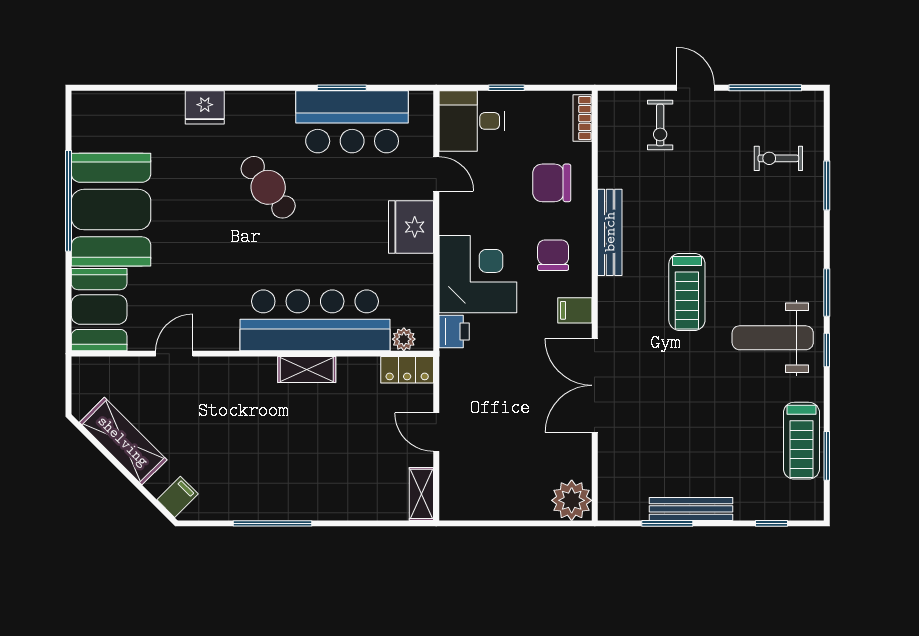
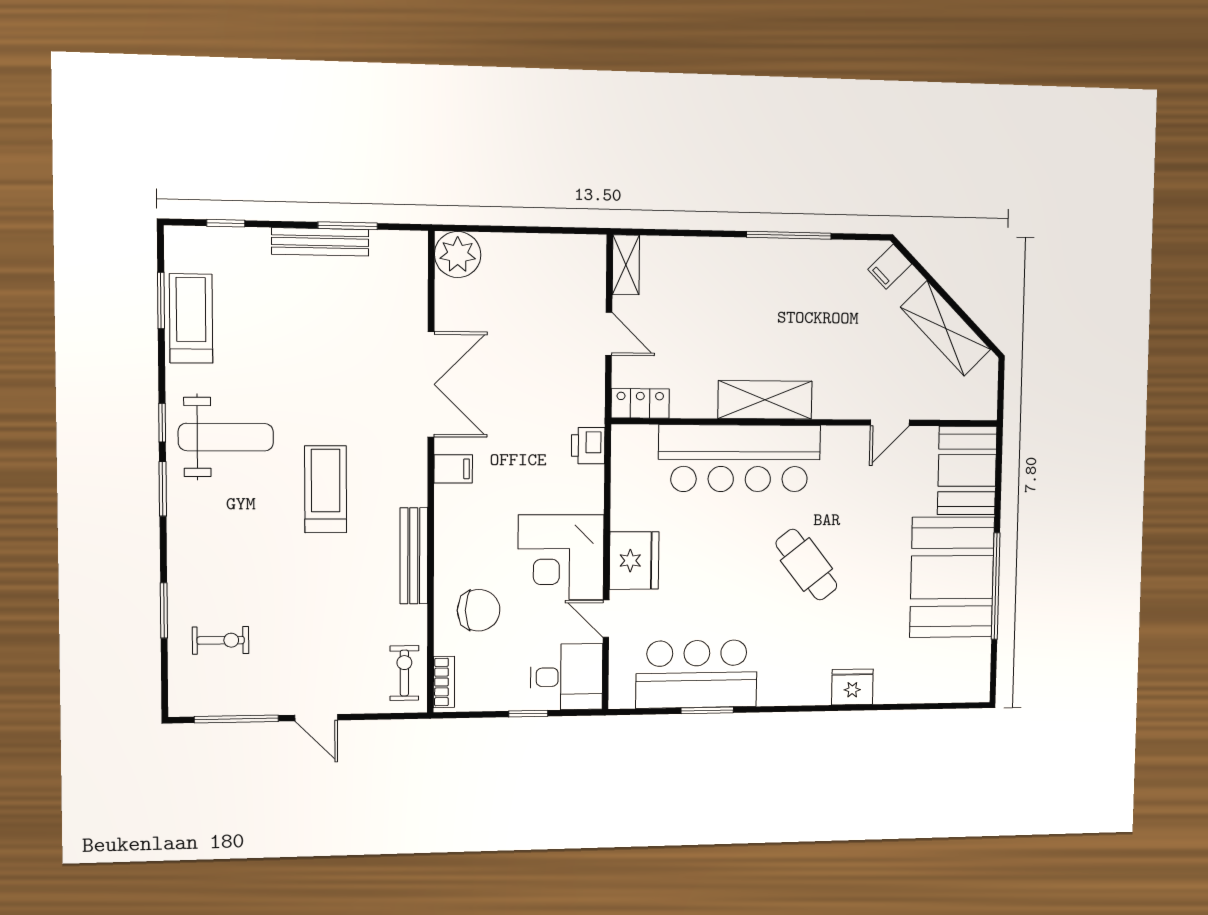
exercise bike: (660, 125) -> (404, 673), moved
cafe table: (268, 187) -> (806, 565), moved
chair: (553, 255) -> (477, 530), removed
corner desk: (478, 274) -> (561, 557), moved
plant: (404, 339) -> (644, 437), removed
shelving: (307, 370) -> (765, 400), width x1.50, depth x1.33

